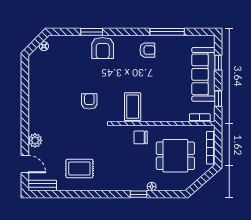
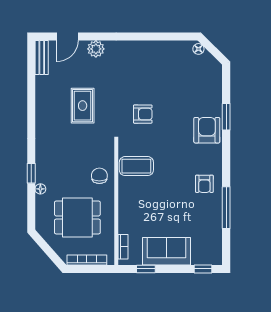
floor lamp: (44, 46) -> (198, 49), moved
armchair: (103, 48) -> (207, 130), turned 90
window: (218, 63) -> (203, 269), moved
sofa: (203, 74) -> (167, 251), width x0.73
dining table: (175, 156) -> (77, 217), turned 90
rug: (79, 168) -> (83, 106), moved

